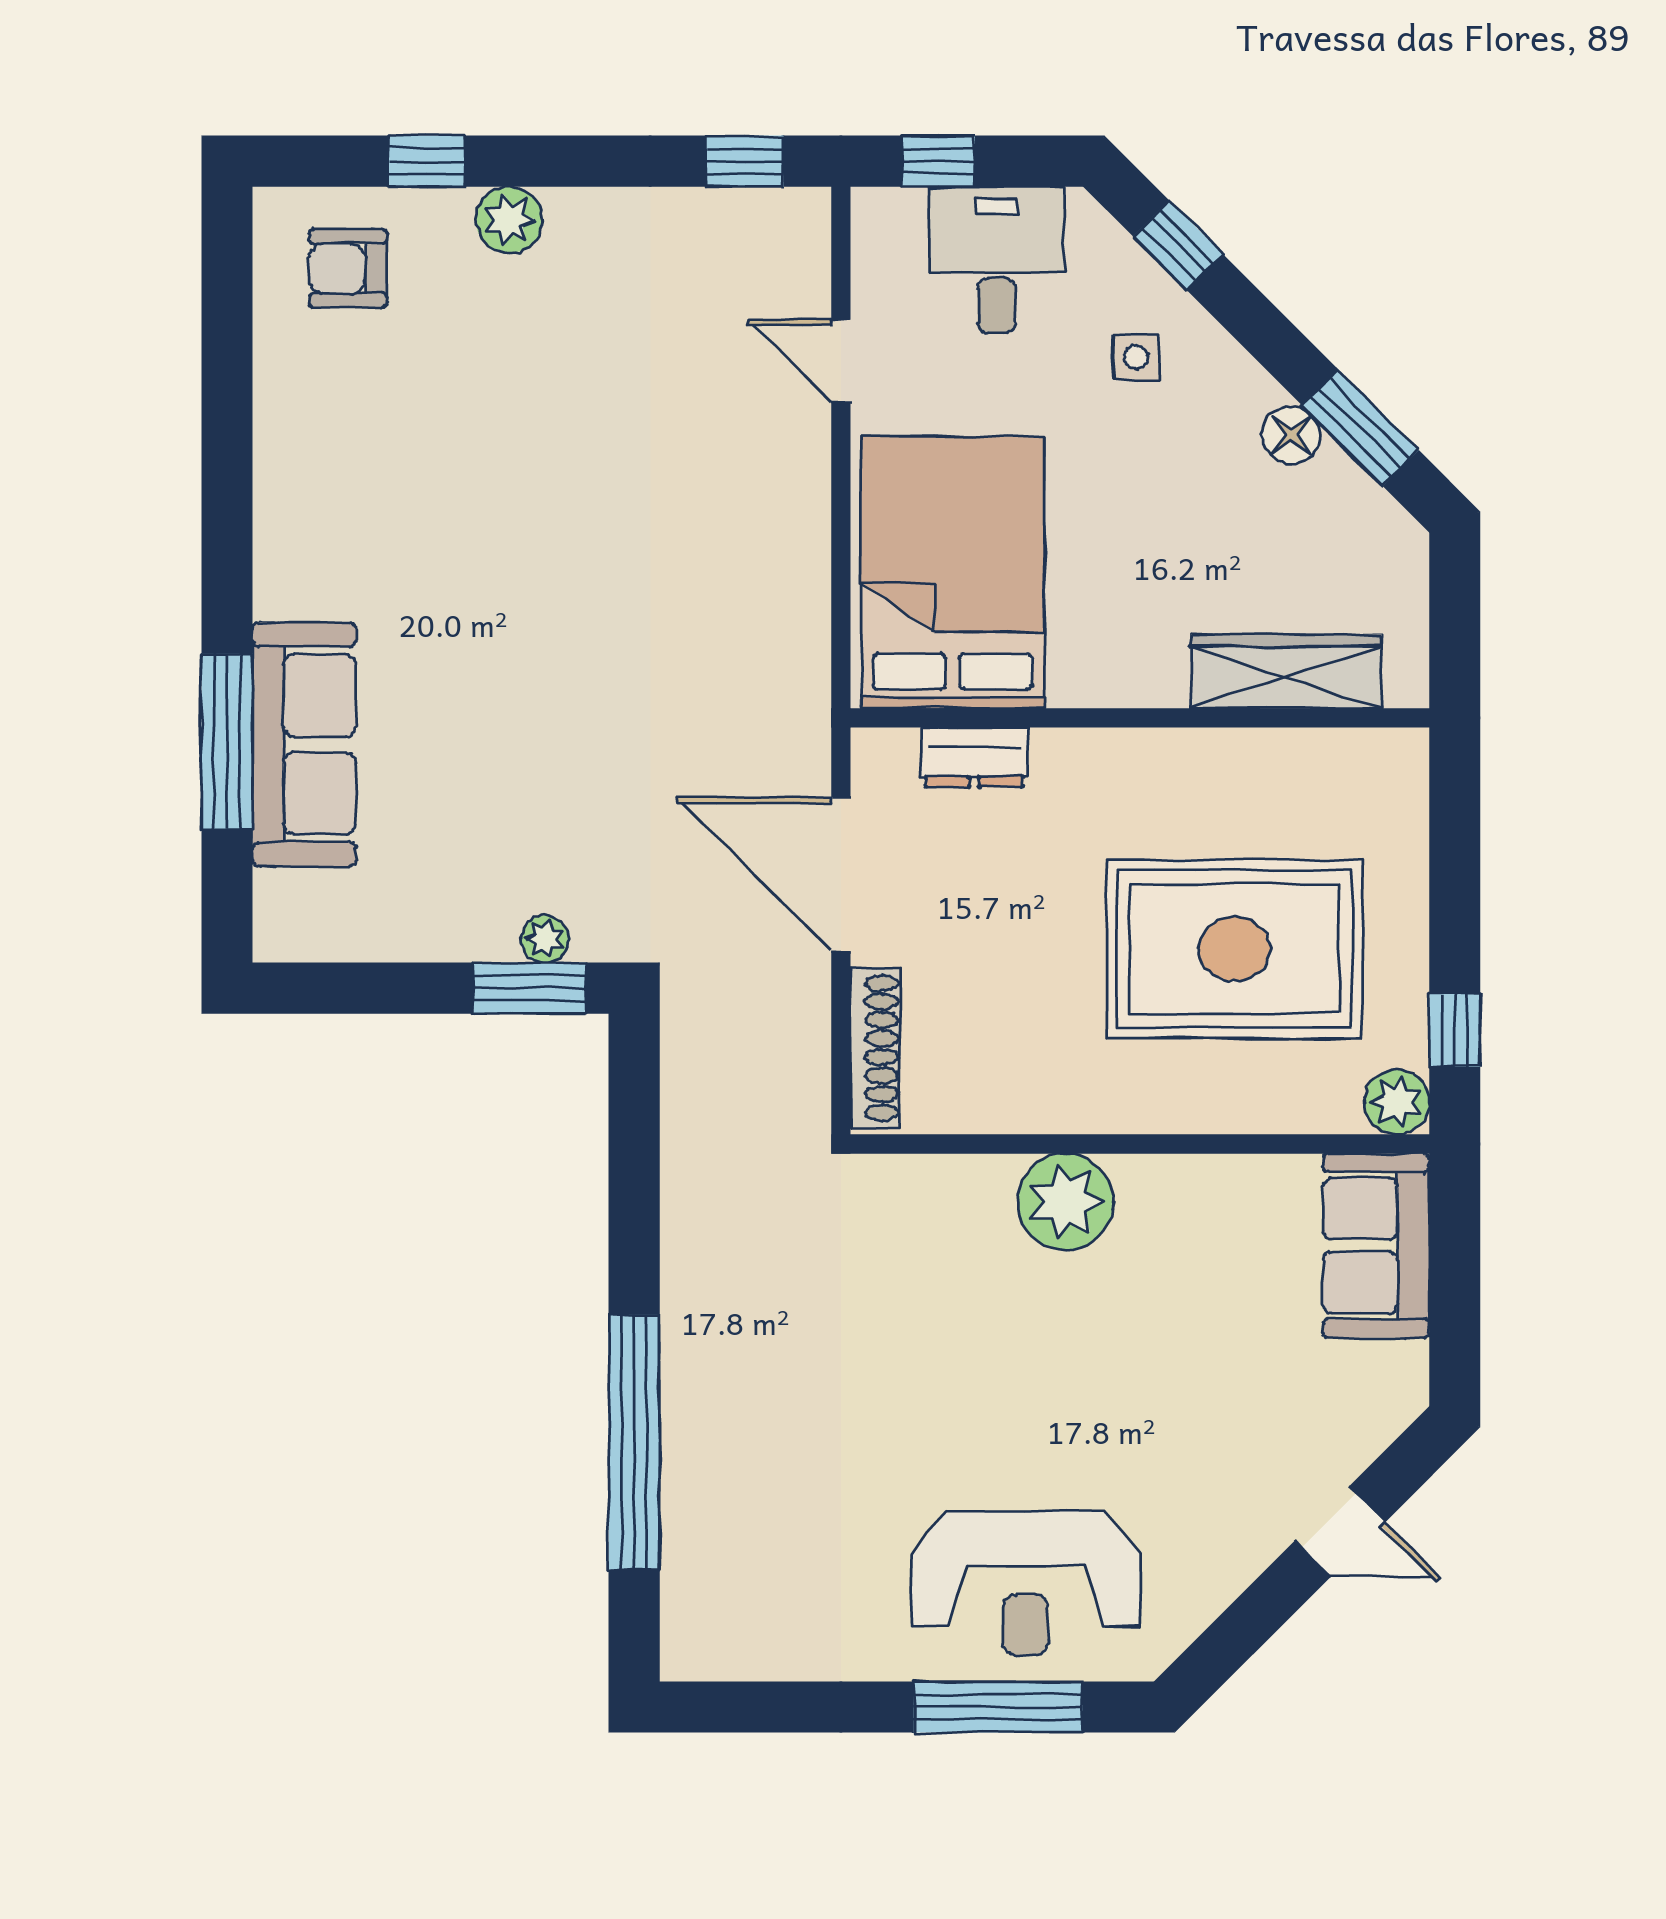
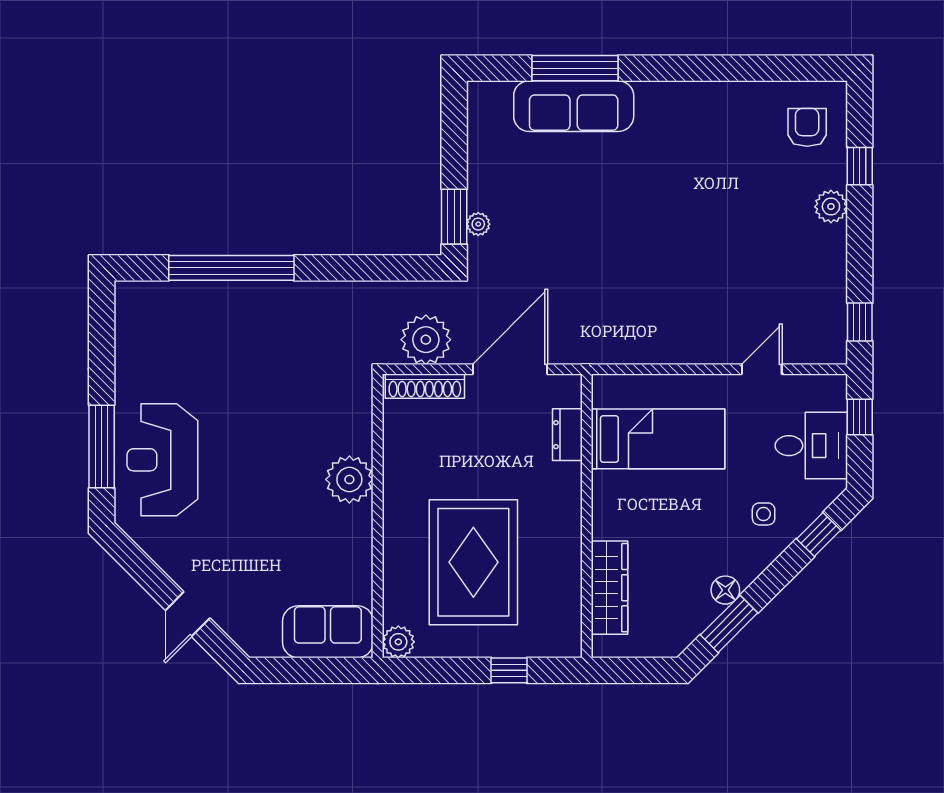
bed: (952, 572) -> (658, 439), width x0.67
window: (1455, 1030) -> (509, 670), moved
plant: (781, 1046) -> (426, 340), added

